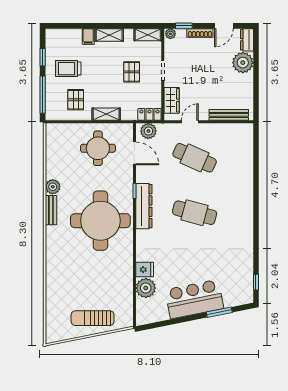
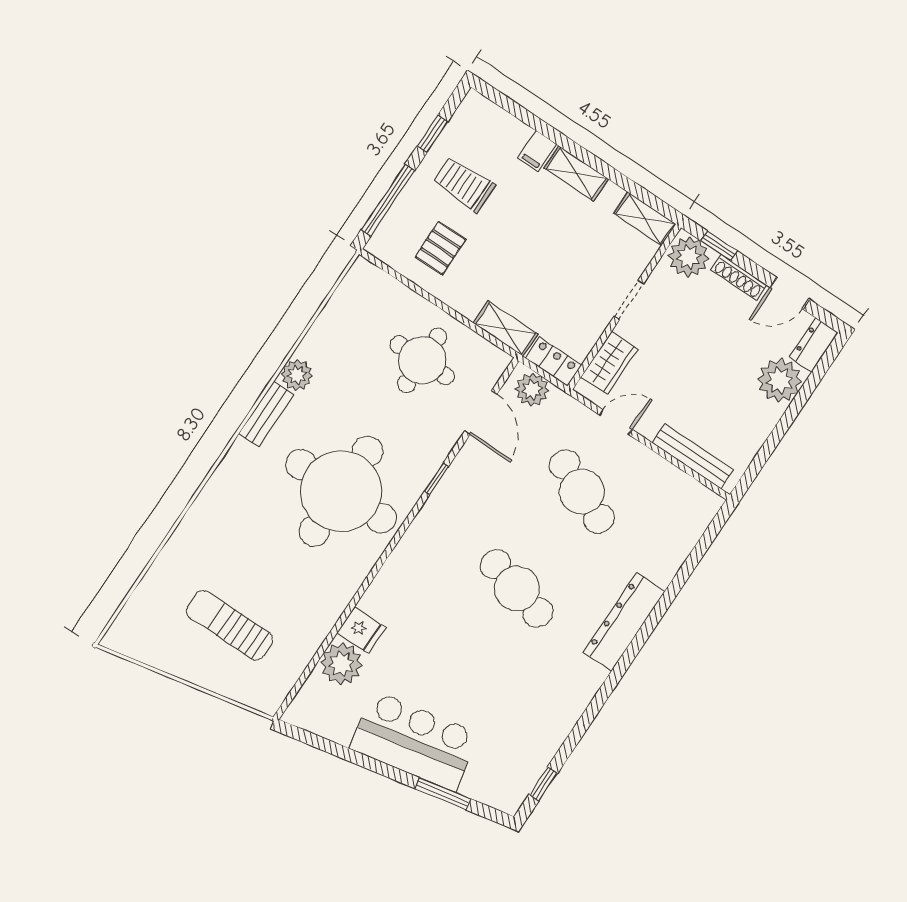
plant: (170, 34) -> (689, 257), width x1.87, depth x1.87
pallet: (132, 72) -> (572, 265), removed
shelving: (106, 114) -> (506, 329), moved
dresser: (144, 206) -> (624, 622), moved, turned 180
sun lounger: (93, 318) -> (230, 625), moved

